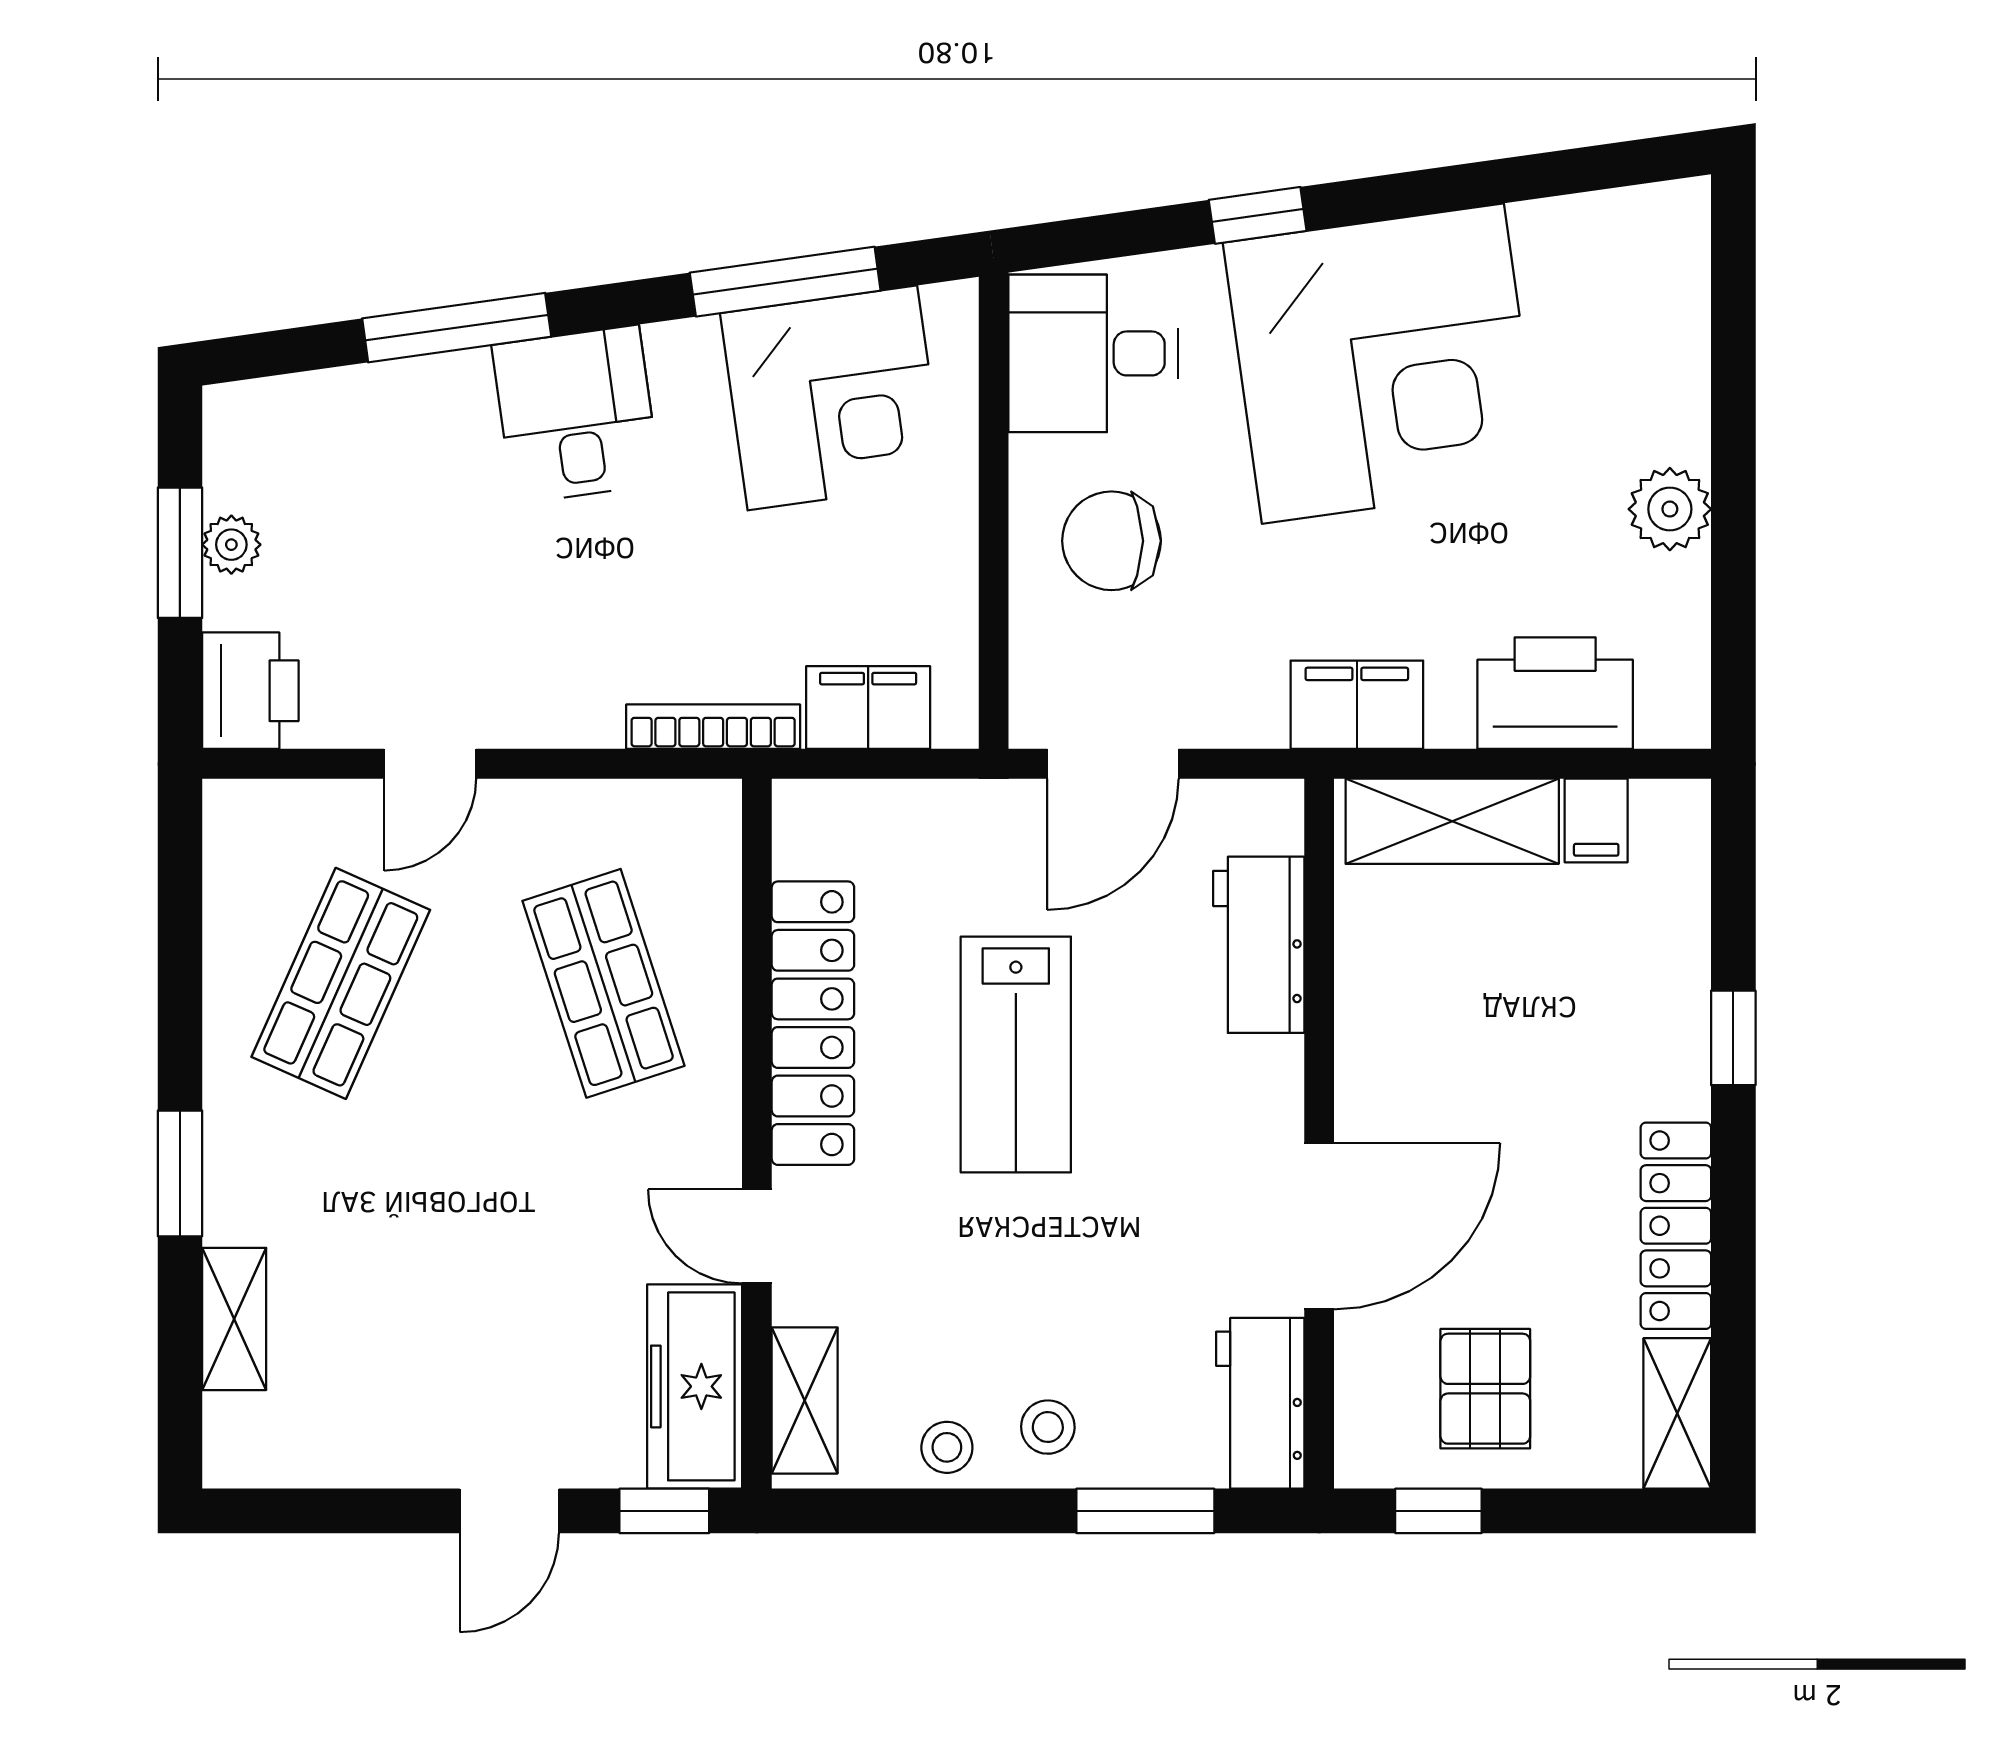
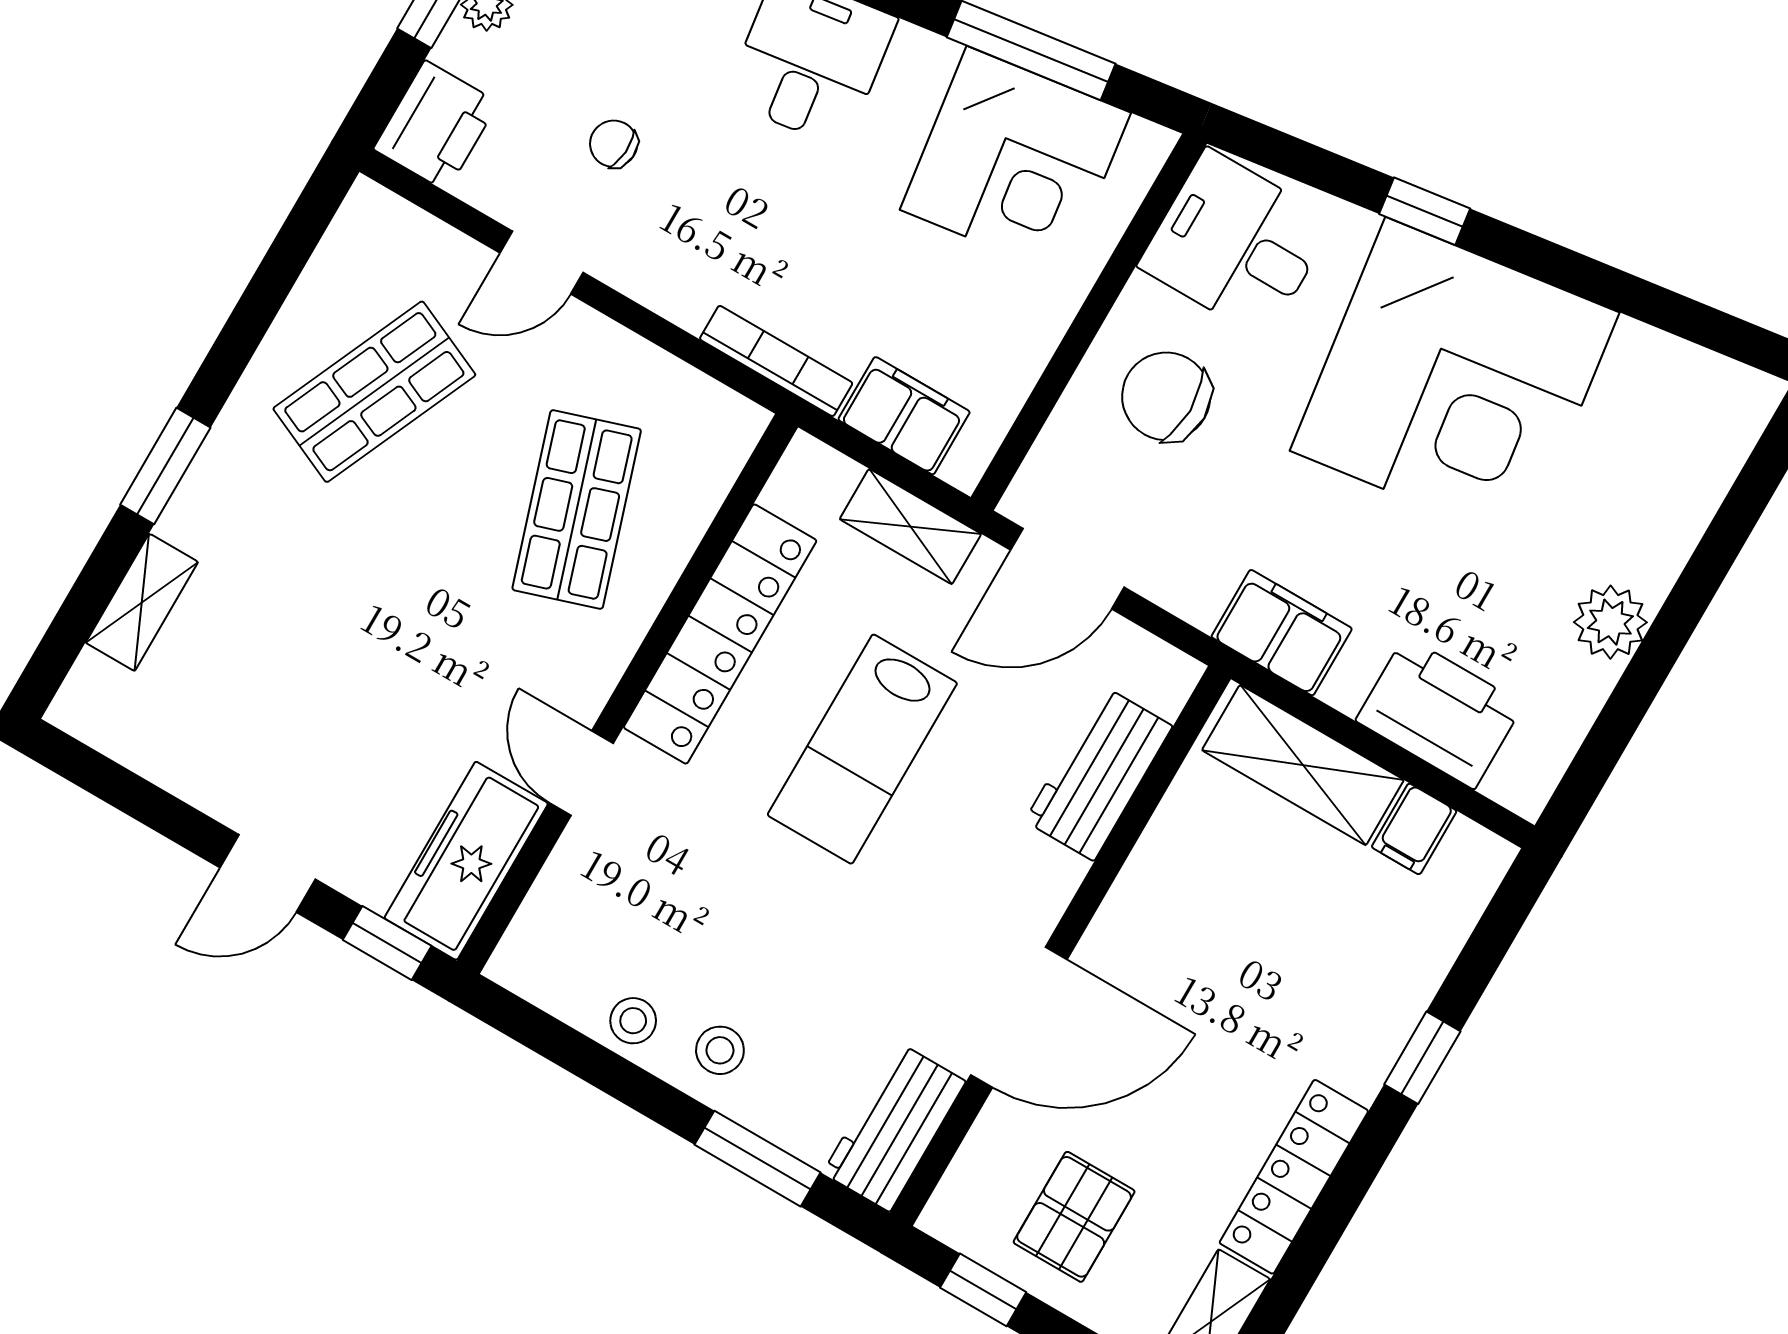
chair: (433, 608) -> (614, 144), added
shelving: (805, 1400) -> (910, 527), moved, turned 90

